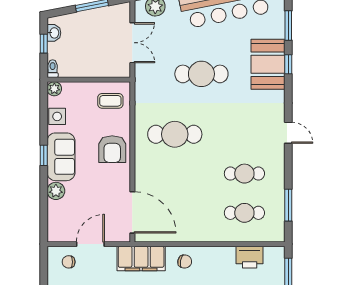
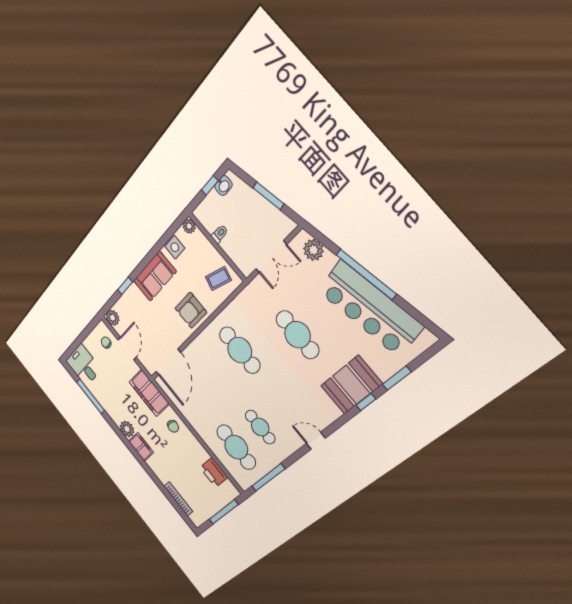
toilet: (53, 69) -> (220, 234), moved
coffee table: (110, 101) -> (218, 278), turned -74
door: (288, 133) -> (316, 441), swing flipped
window: (44, 155) -> (125, 286), moved
plant: (56, 191) -> (113, 318), moved
window: (288, 205) -> (268, 477), width x1.44
cafe table: (244, 213) -> (236, 447), width x1.37, depth x1.35
door: (90, 244) -> (127, 349), hinge flipped

